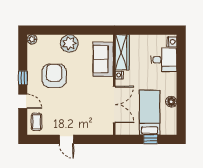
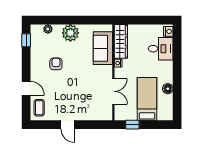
plant: (32, 39) -> (48, 29), moved
armchair: (54, 76) -> (56, 64), width x0.53, depth x0.53
window: (23, 78) -> (26, 40), moved
double door: (114, 105) -> (113, 91), width x0.73
window: (151, 139) -> (132, 125), moved

